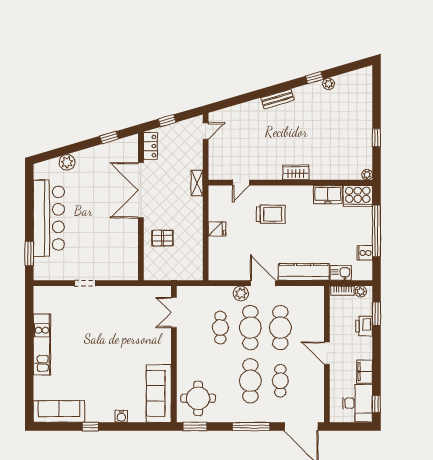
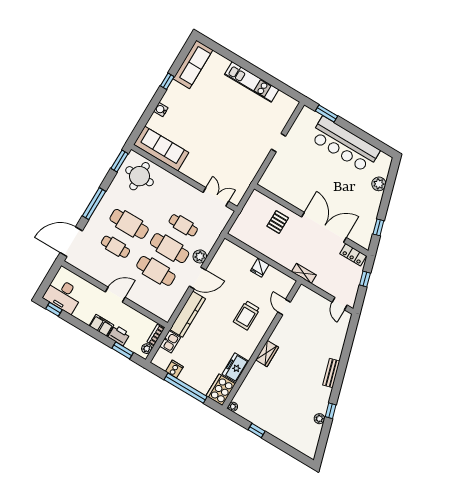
filing cabinet: (365, 372) -> (101, 325), moved

